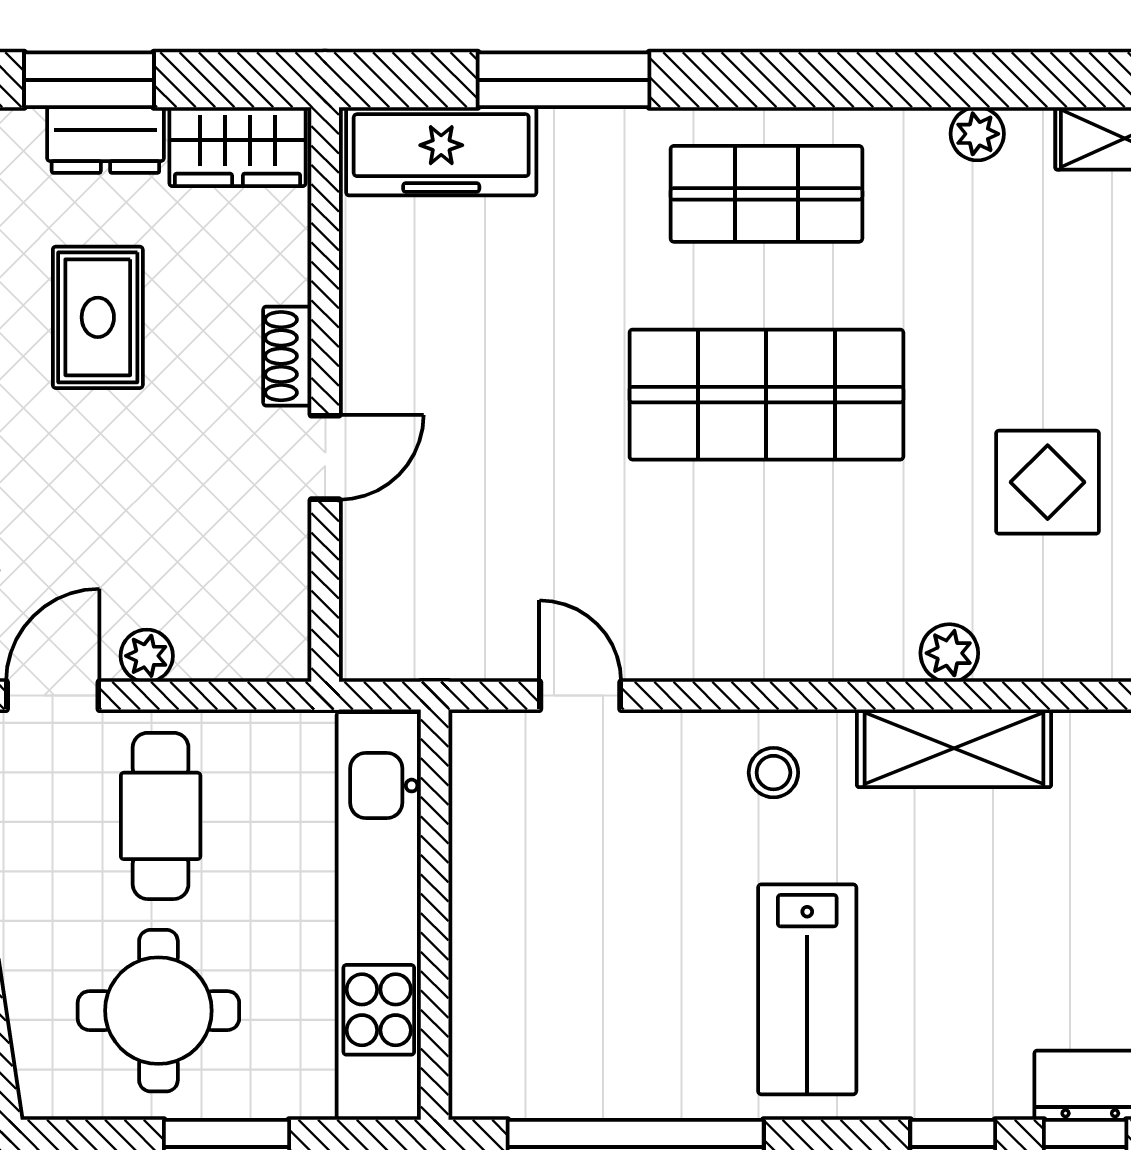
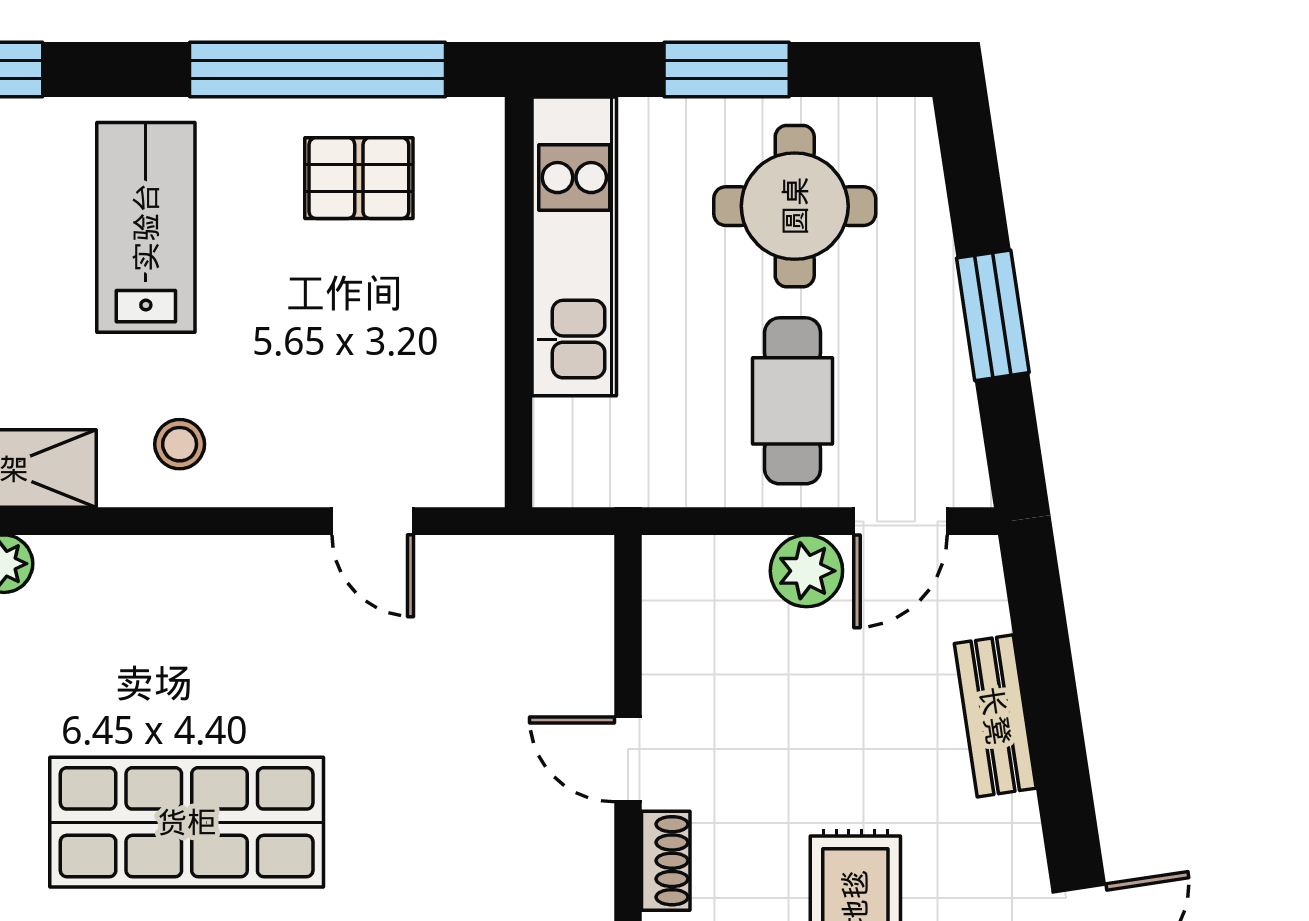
door: (325, 457) -> (628, 759), hinge flipped
plant: (147, 656) -> (806, 571), width x1.38, depth x1.38
kitchen unit: (379, 916) -> (574, 246), width x0.73
pallet: (594, 1039) -> (359, 178), added

